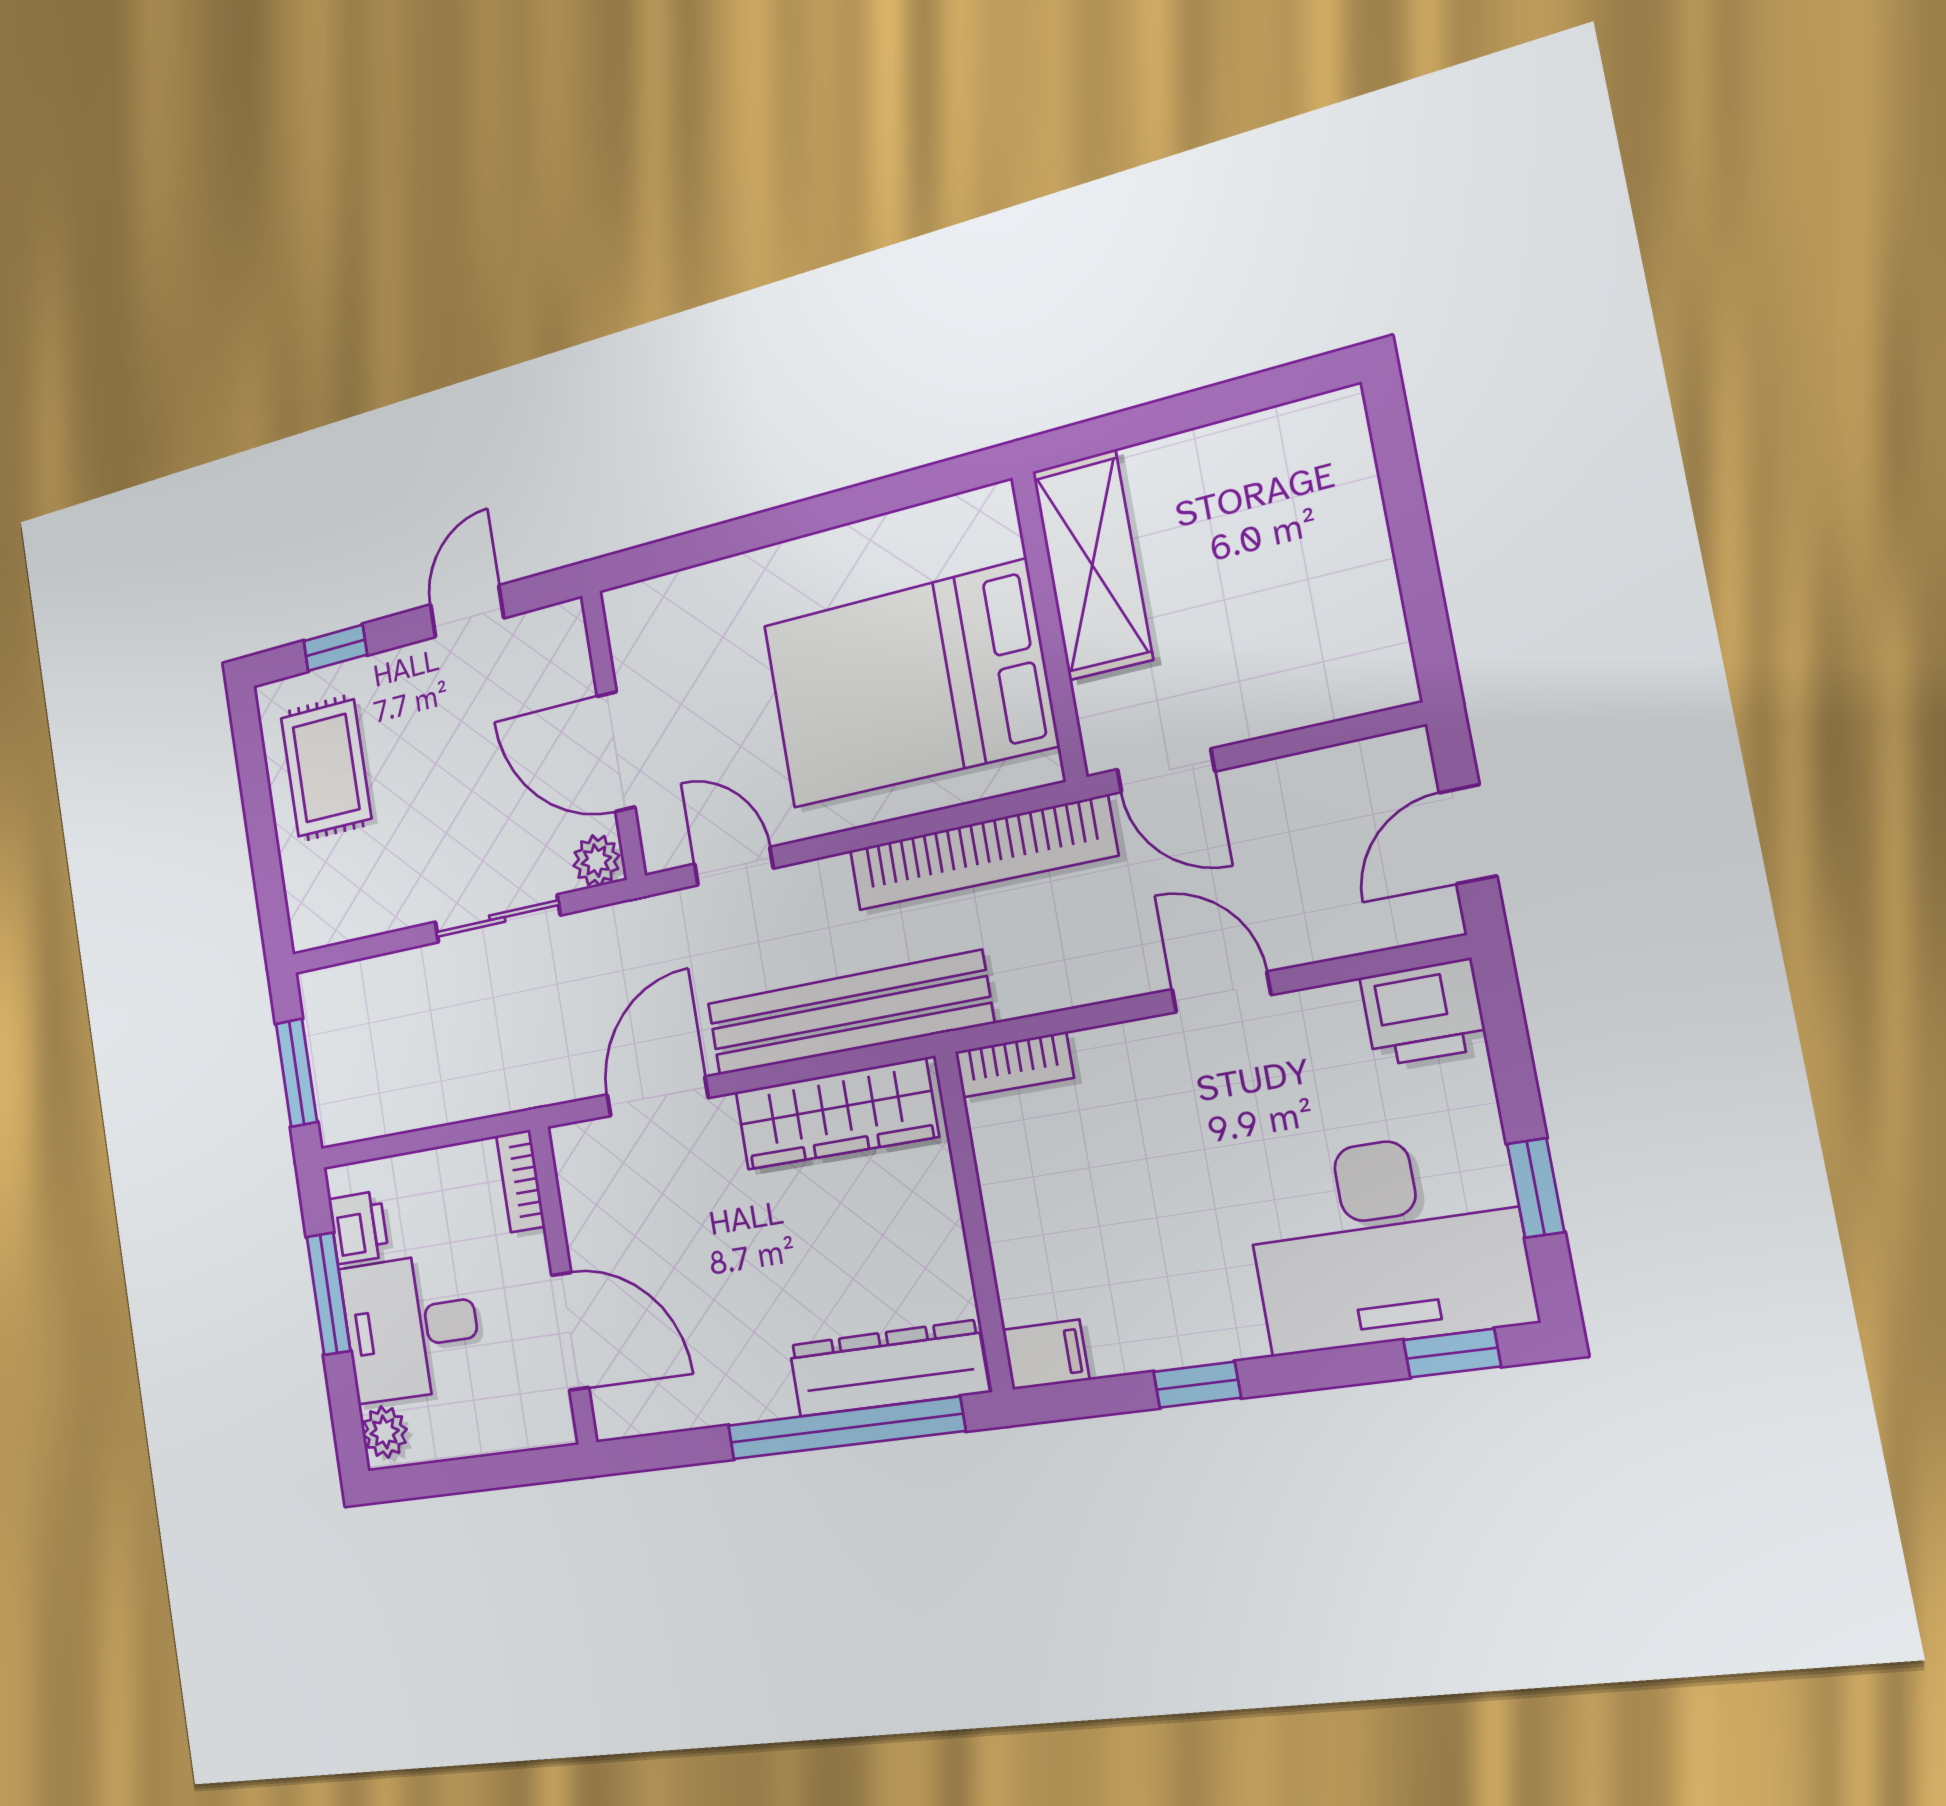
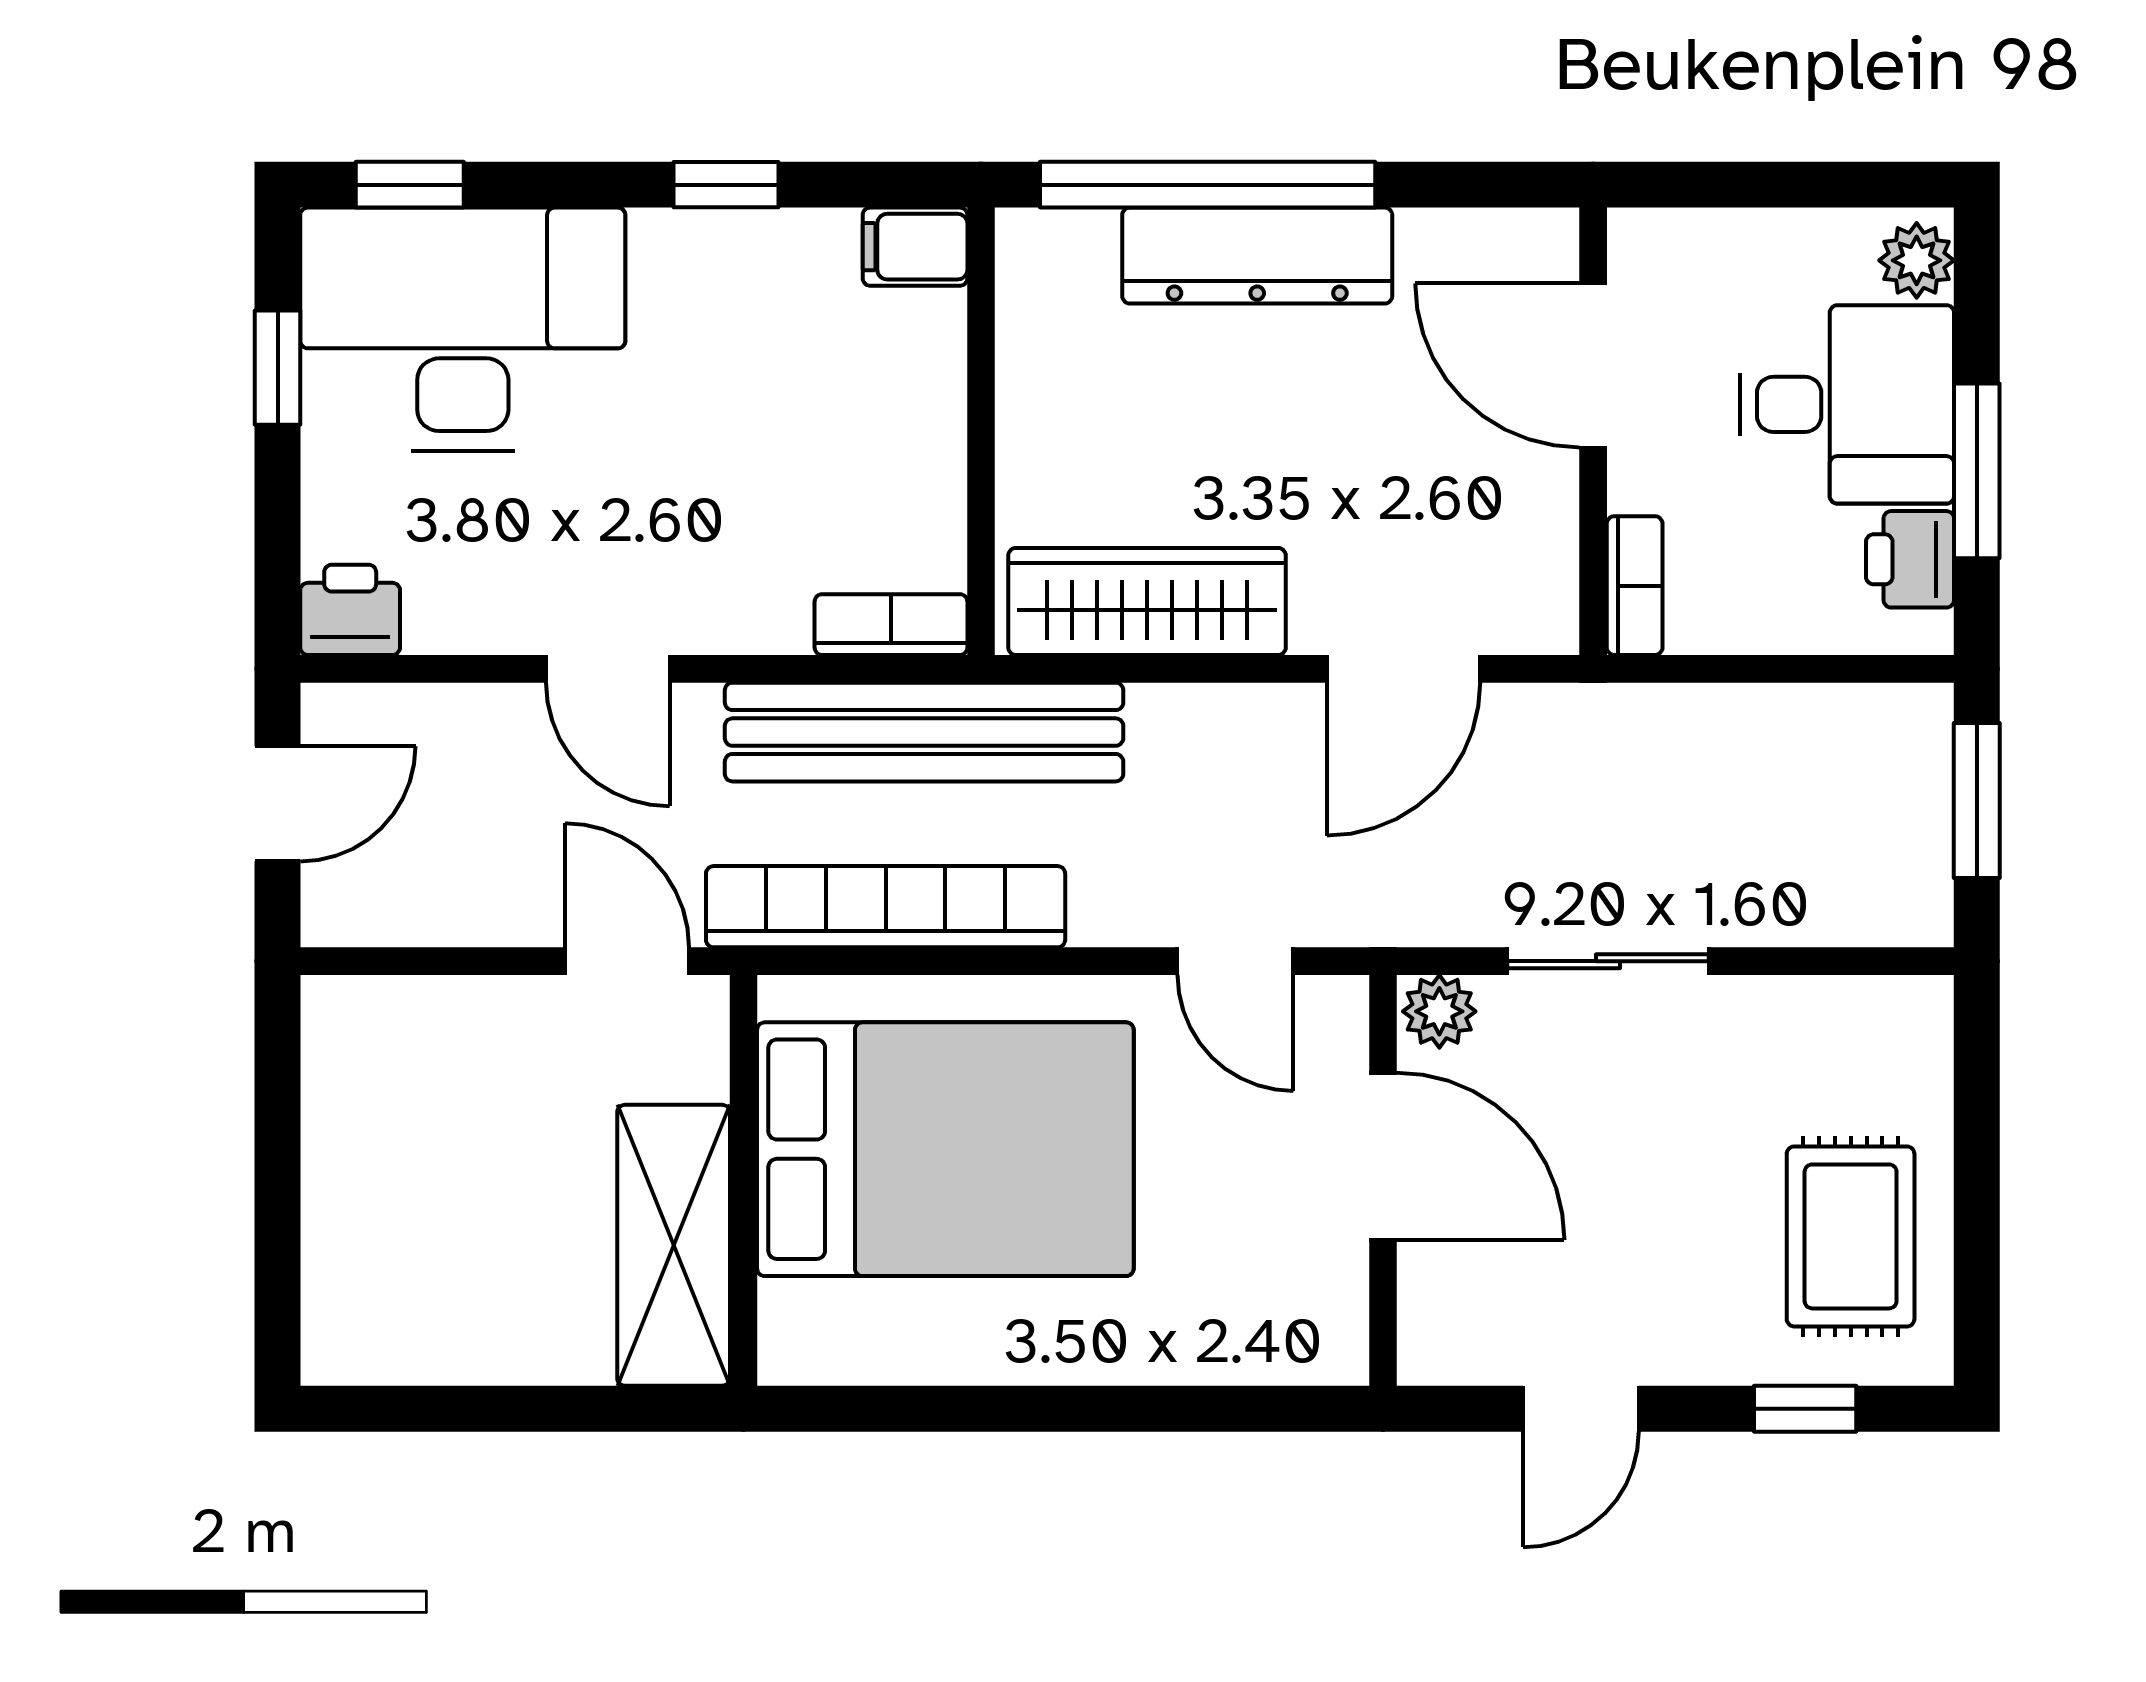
printer: (1423, 1012) -> (350, 610), width x0.73, depth x0.81
bench: (848, 1013) -> (924, 732), moved
dresser: (888, 1369) -> (1257, 256), moved

